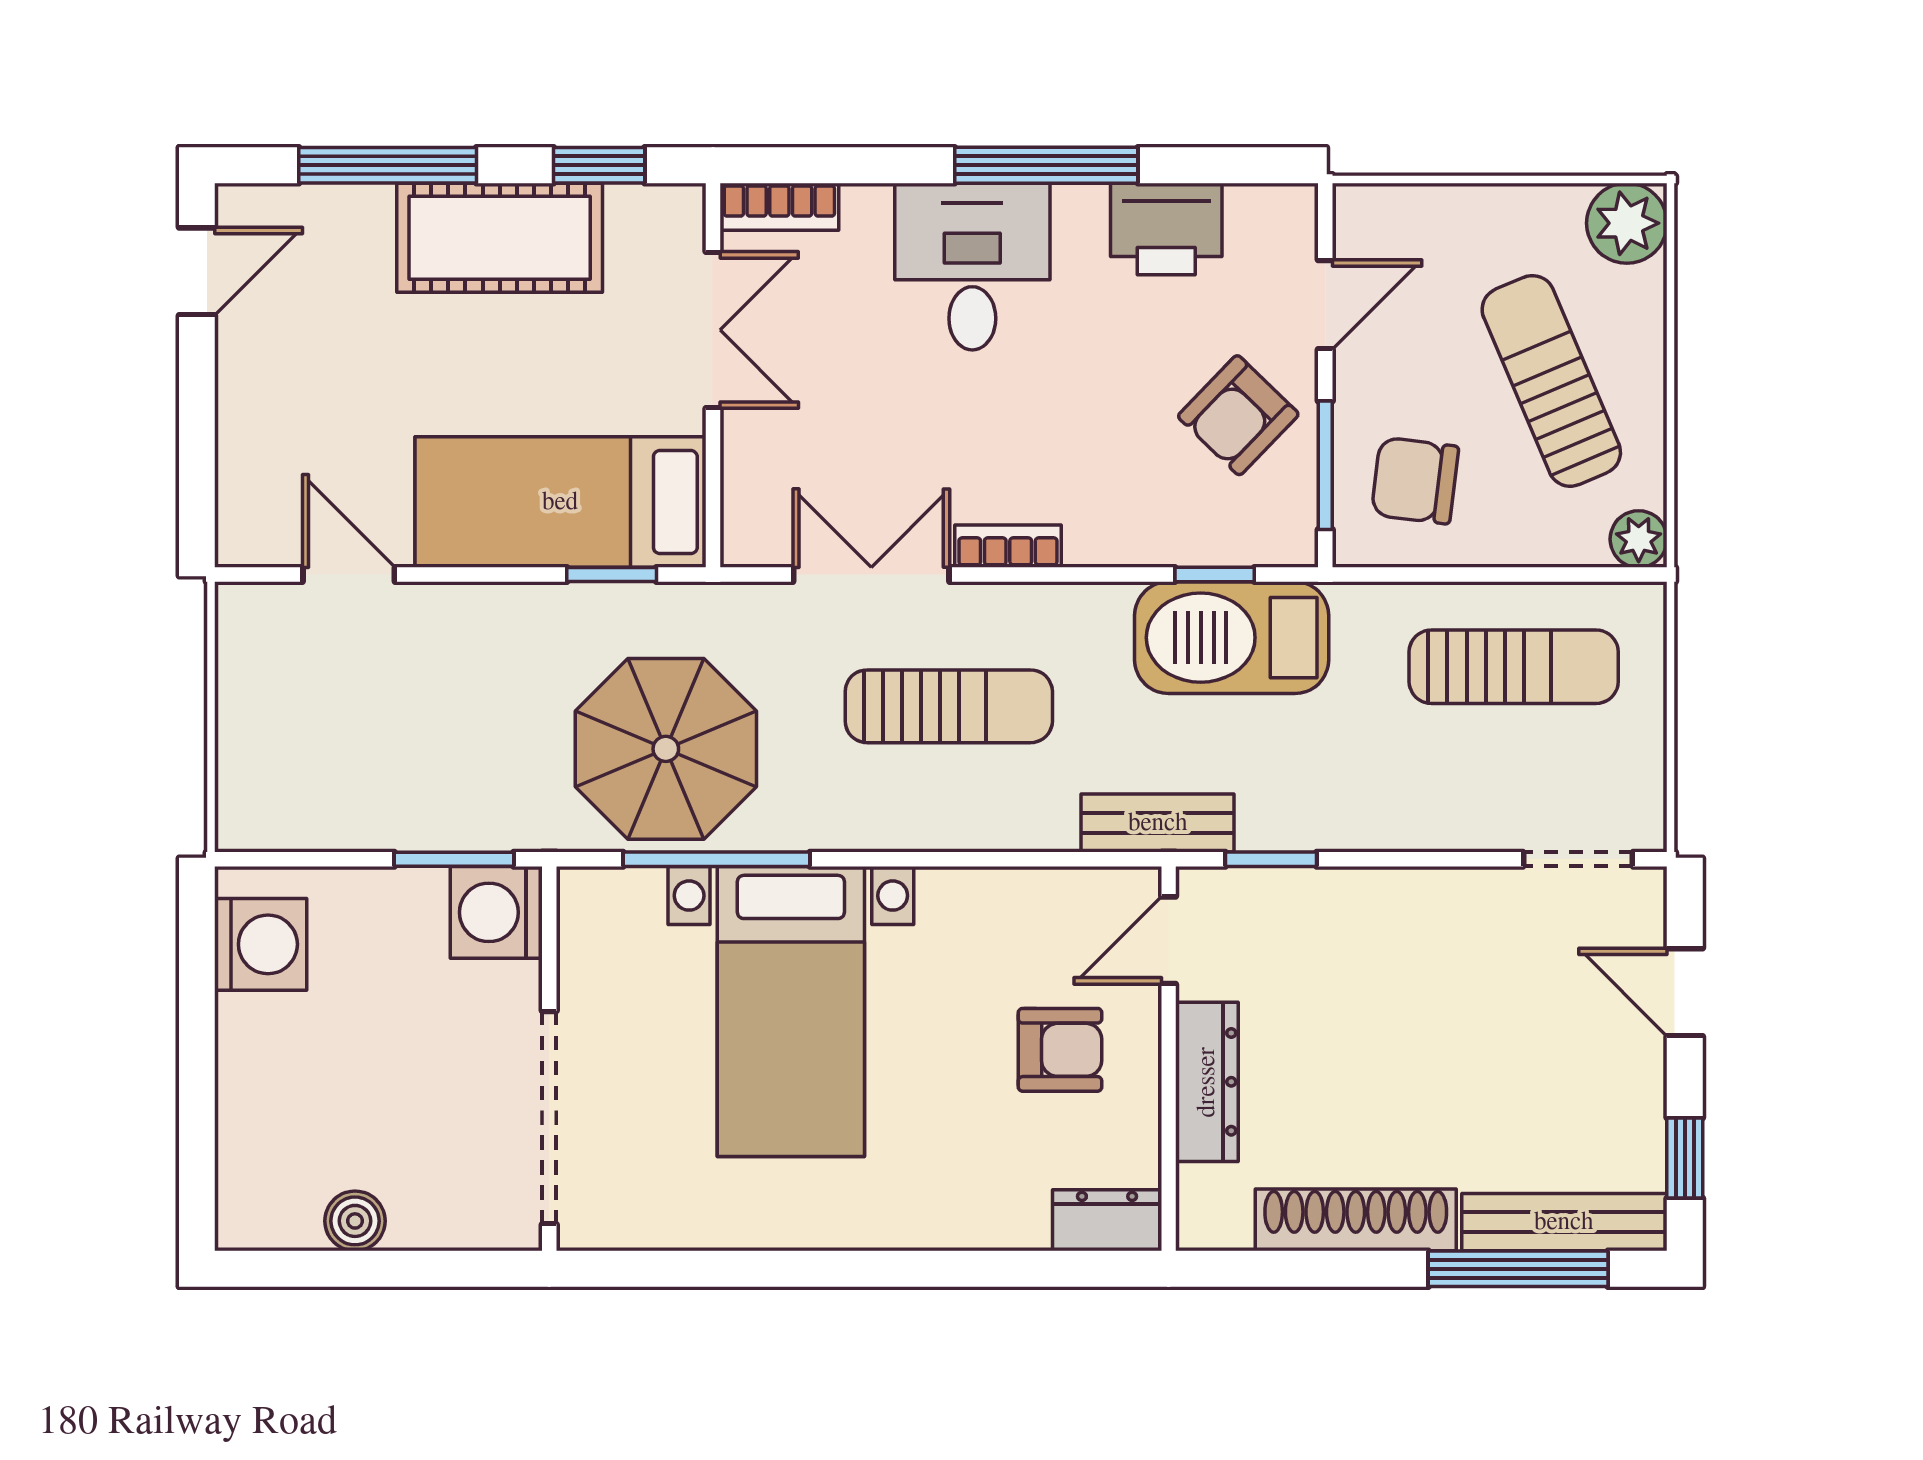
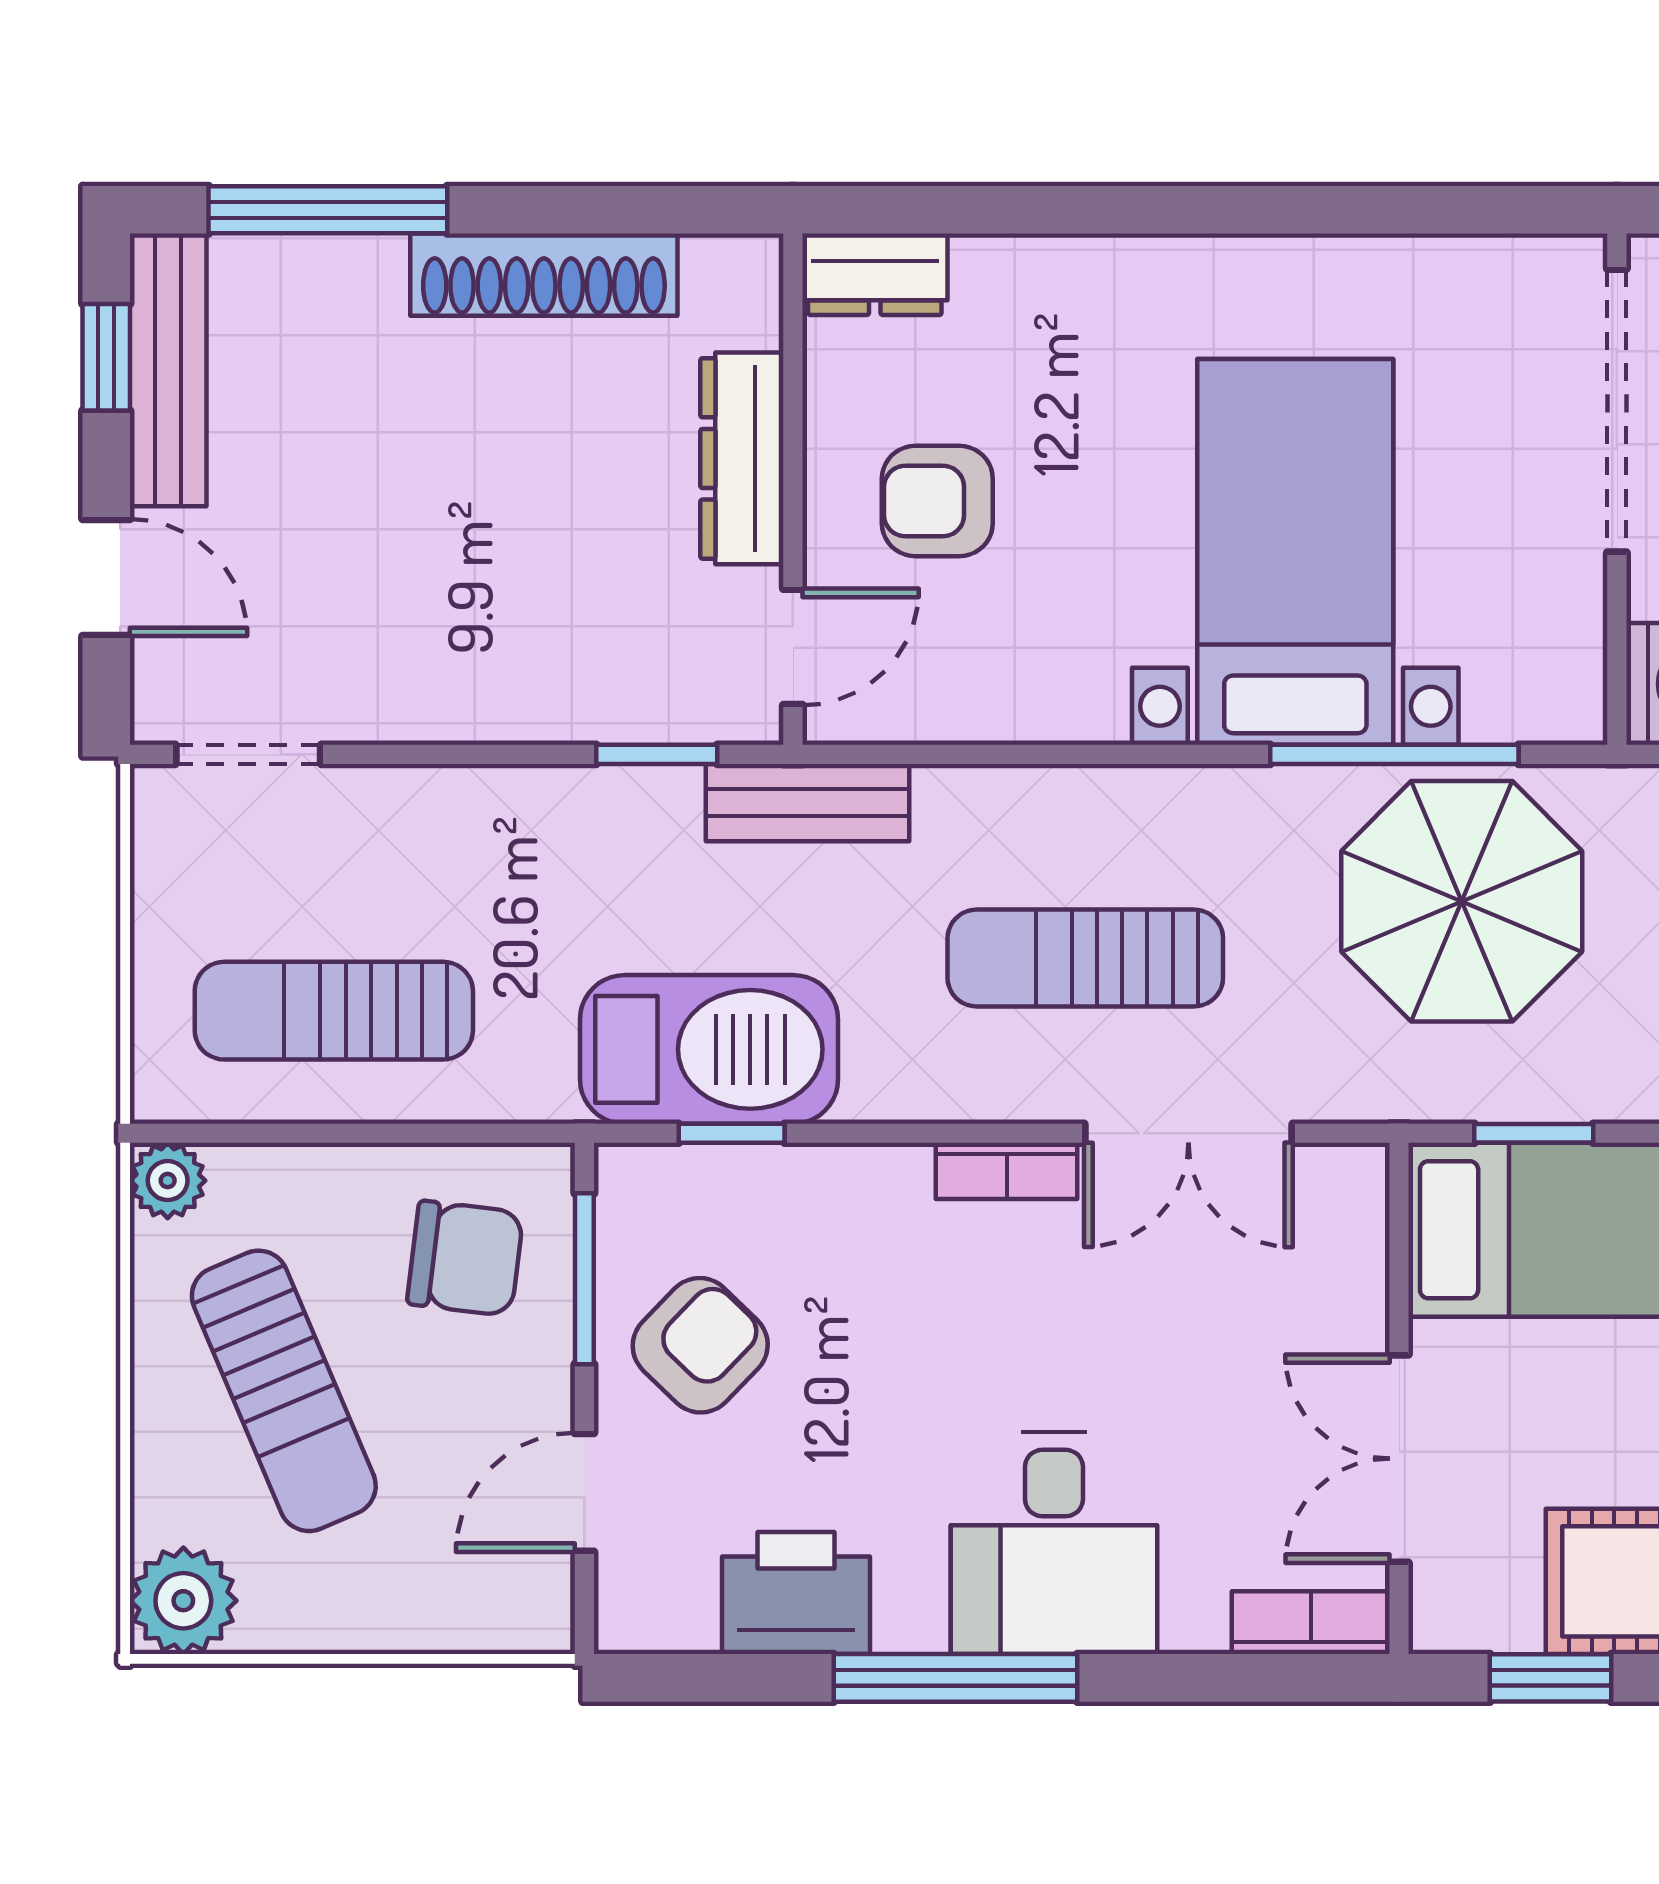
bench: (1564, 1222) -> (168, 370), moved, turned 90

